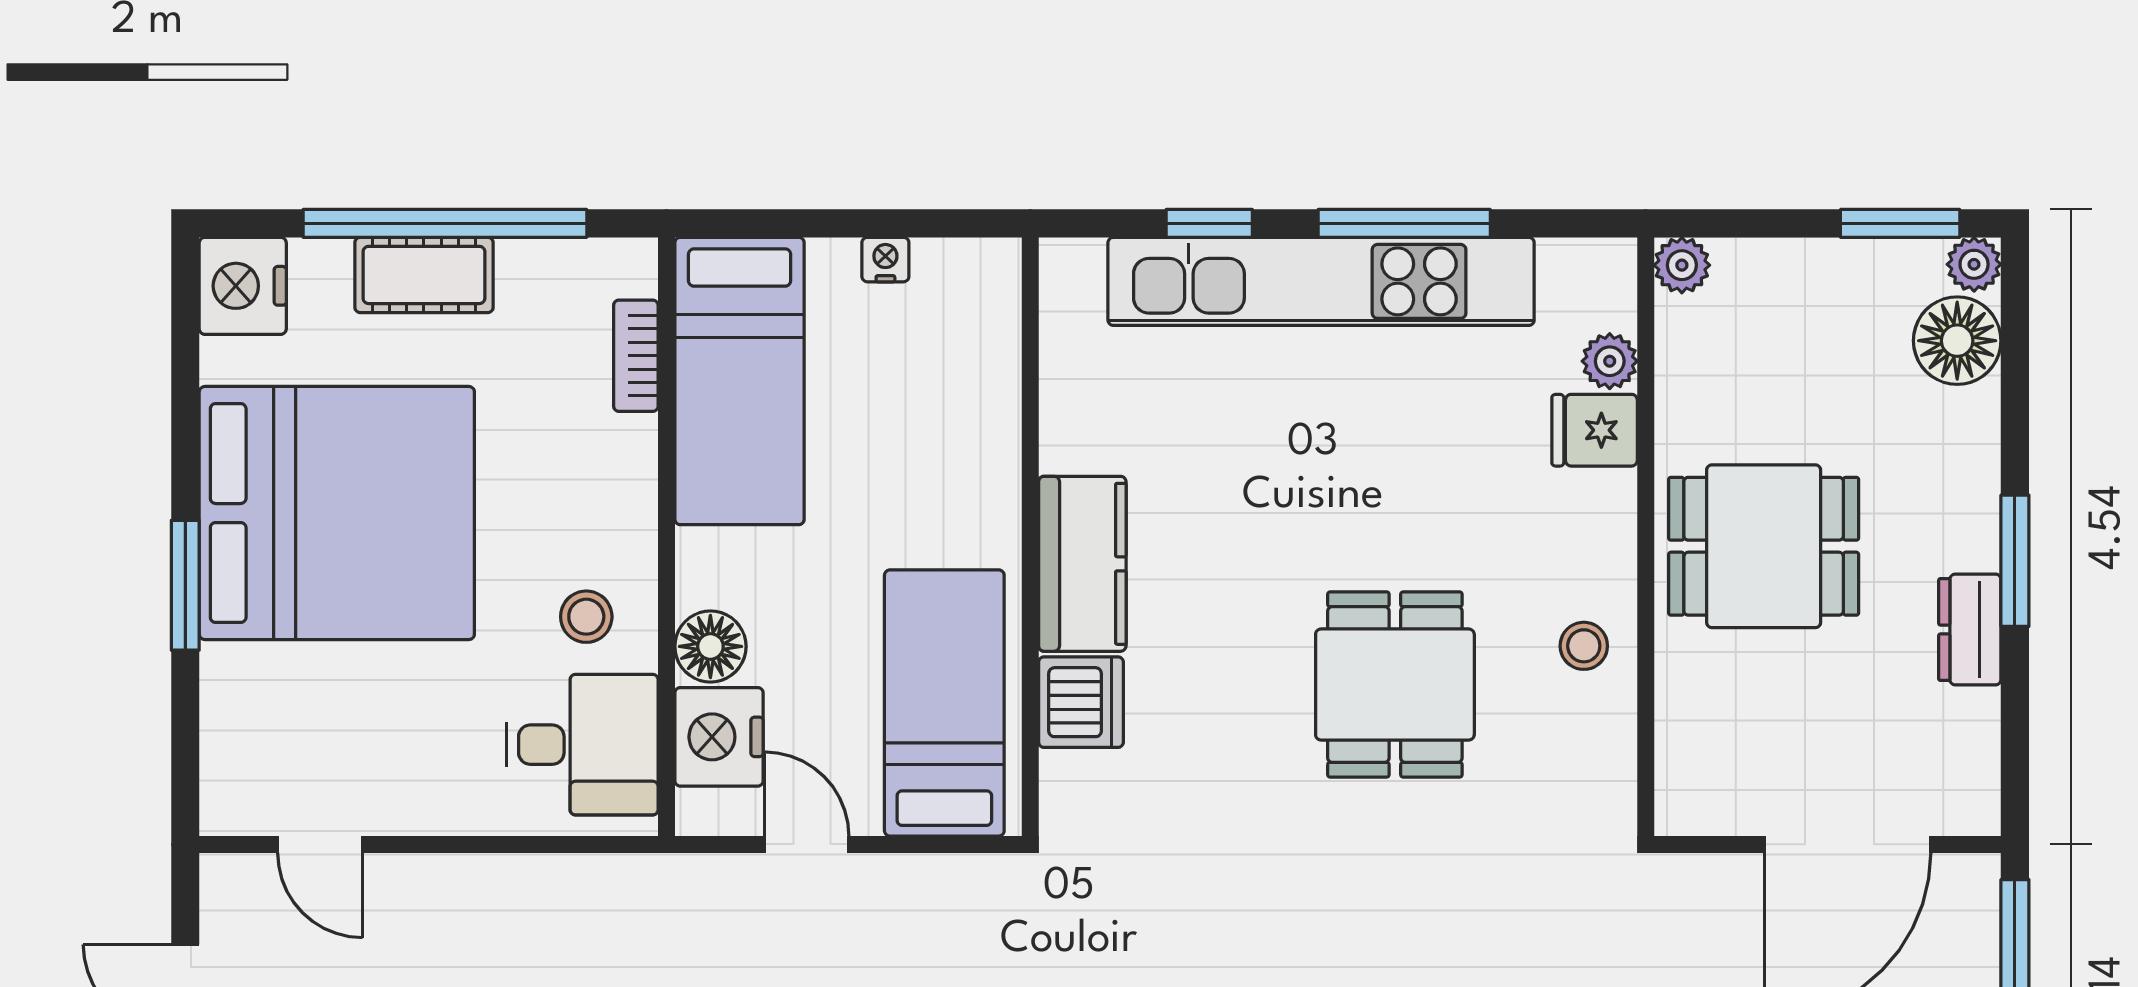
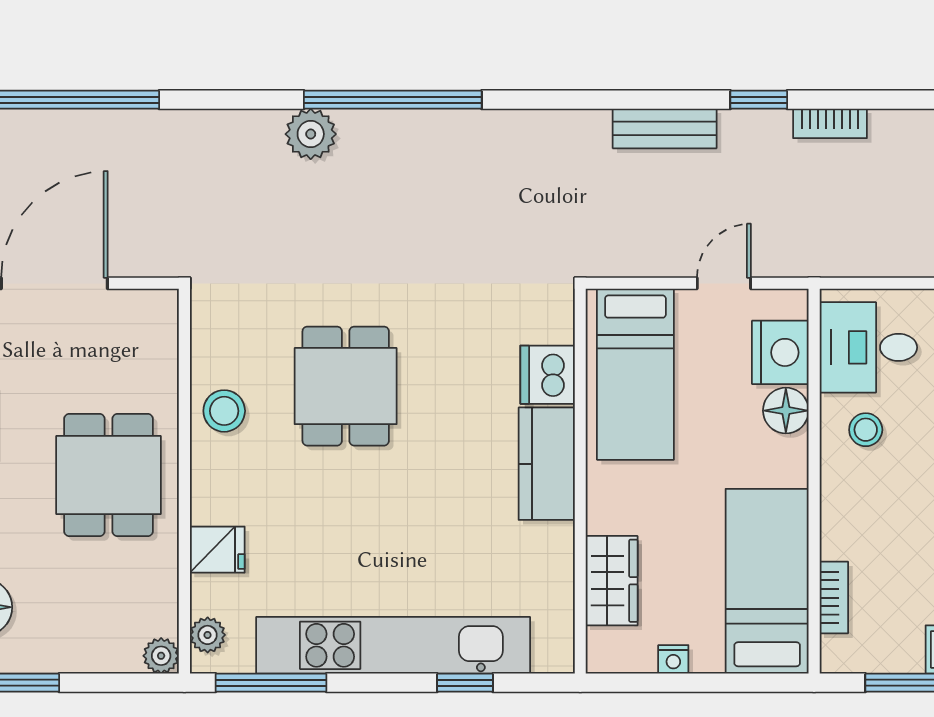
window: (1404, 223) -> (271, 683), moved
plant: (1610, 361) -> (208, 635), moved
wardrobe: (981, 382) -> (612, 581), added
dining table: (1764, 546) -> (108, 475), turned 90
stool: (1584, 646) -> (224, 411), width x1.37, depth x1.37
door: (807, 844) -> (724, 283), swing flipped

